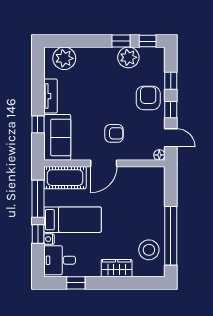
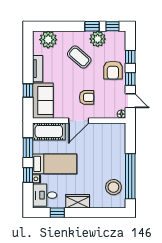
coffee table: (104, 81) -> (79, 57), added
armchair: (148, 98) -> (113, 70), turned 180
window: (38, 199) -> (28, 148), width x0.69
wardrobe: (117, 268) -> (78, 201), moved

